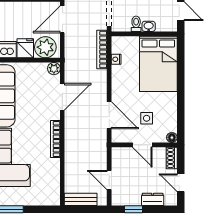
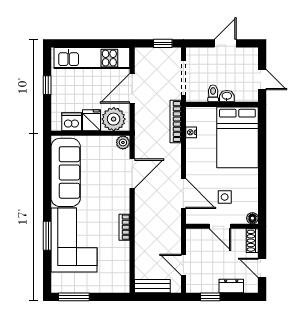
bookcase: (55, 139) -> (124, 227), width x0.64

